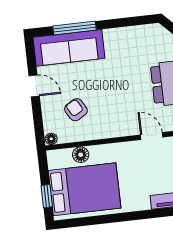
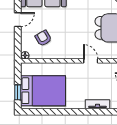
door: (34, 86) -> (18, 20), hinge flipped
floor lamp: (81, 155) -> (43, 68), removed

